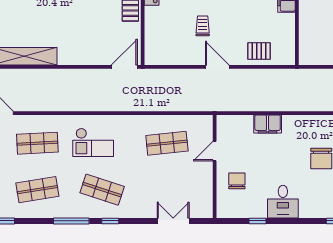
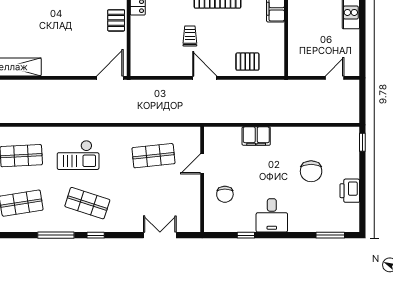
chair: (237, 181) -> (225, 194), turned 180

